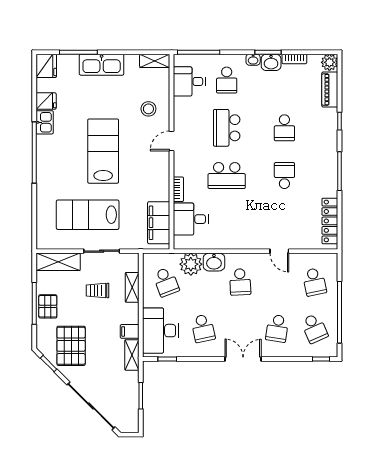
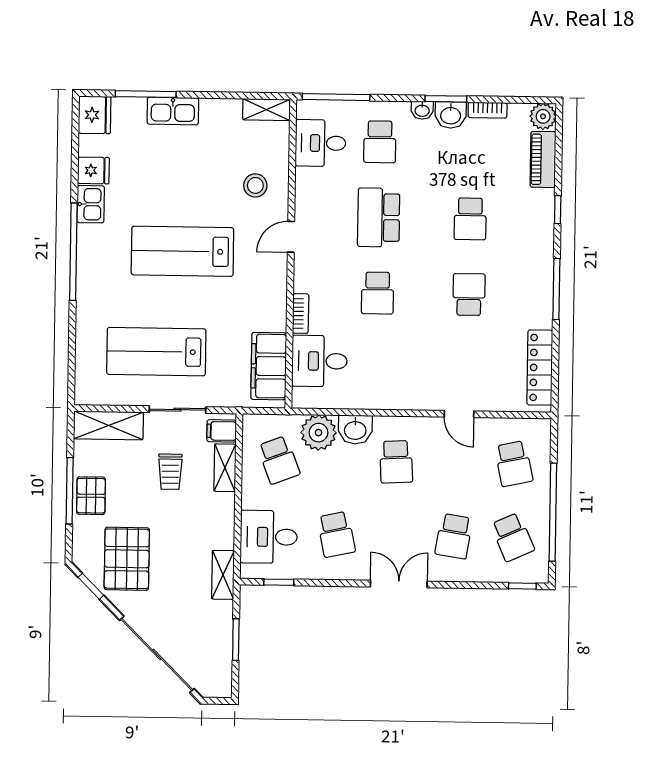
kitchen sink: (102, 65) -> (173, 111), width x0.73, depth x0.81
lab bench: (103, 151) -> (182, 251), turned -90
school desk: (227, 176) -> (377, 293), width x0.54
trolley: (98, 290) -> (170, 472), turned -90
filing cabinet: (130, 331) -> (222, 431), moved
desk: (160, 331) -> (269, 537), width x0.73

